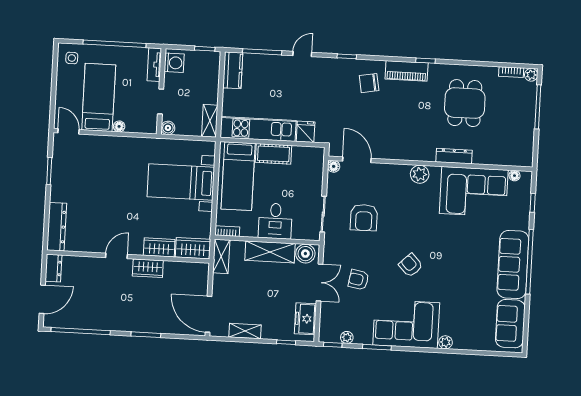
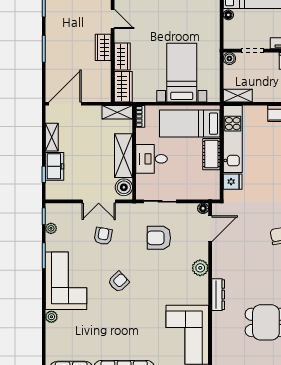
dresser: (454, 156) -> (218, 295), moved
plant: (420, 174) -> (200, 268), moved
freezer: (305, 319) -> (55, 166), moved, turned 90

